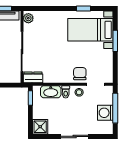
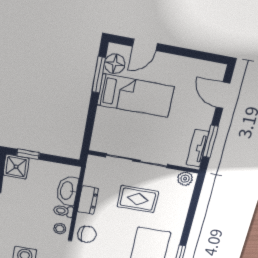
rug: (48, 45) -> (138, 199), added
dresser: (33, 77) -> (88, 200), moved
window: (30, 98) -> (28, 154), moved

